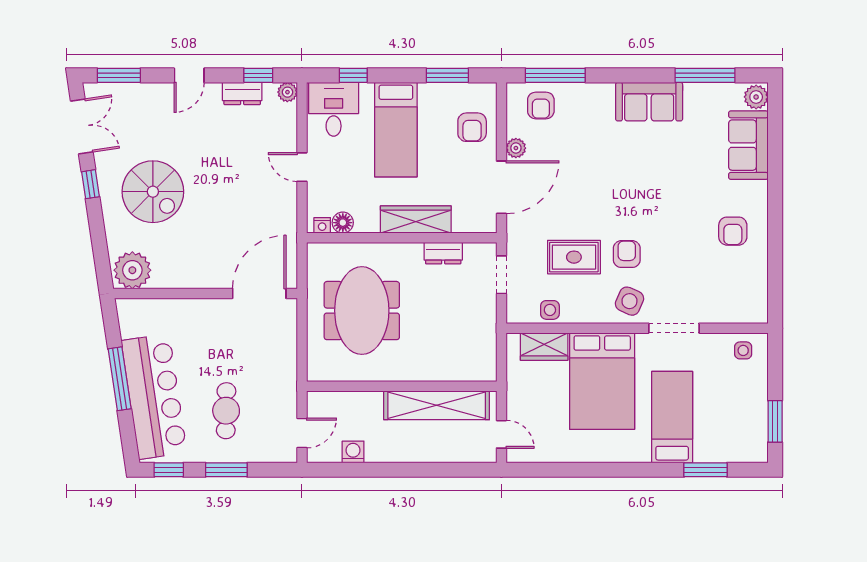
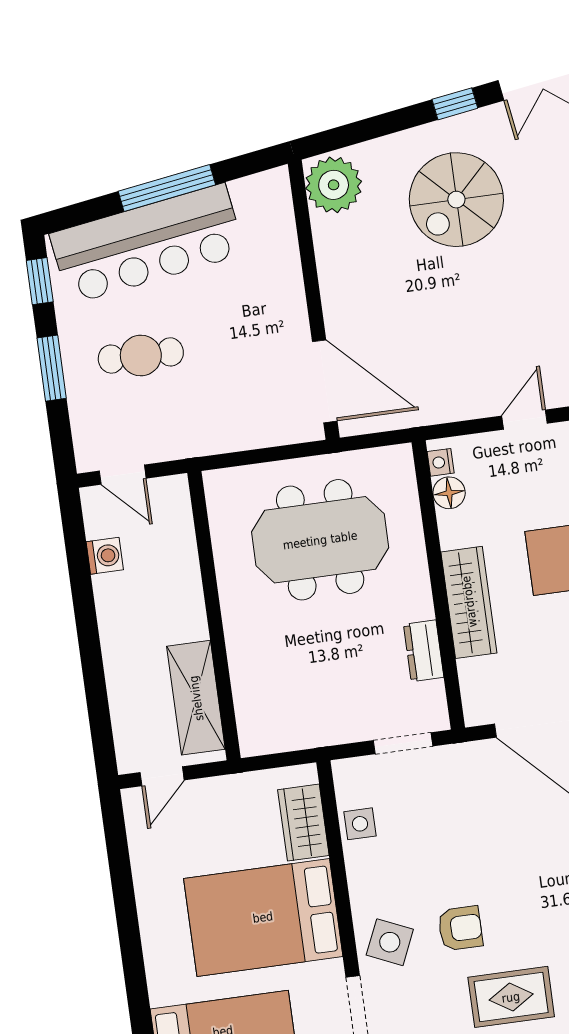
rug: (574, 257) -> (511, 997), moved, turned 90
shelving: (437, 405) -> (196, 698), width x0.68

